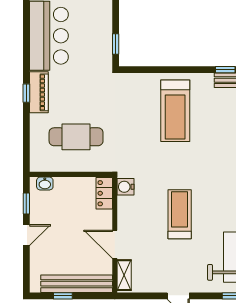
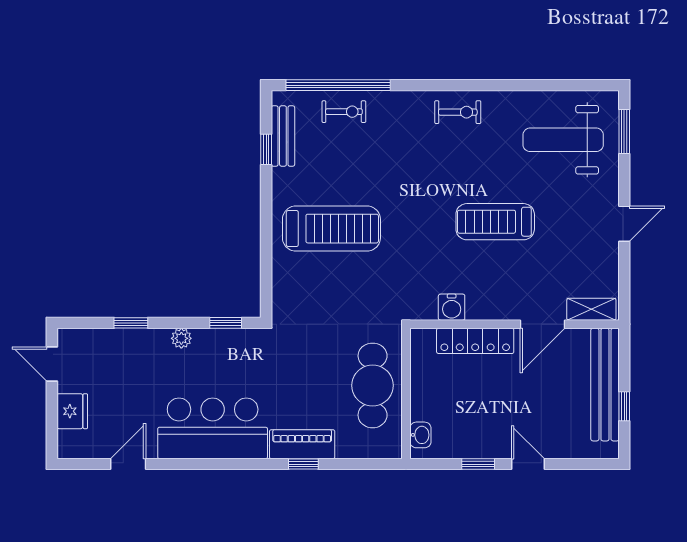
plant: (106, 16) -> (181, 338), added
wall: (71, 174) -> (406, 393), moved
washbasin: (45, 184) -> (420, 435), moved
locker: (104, 193) -> (475, 341), width x1.53

